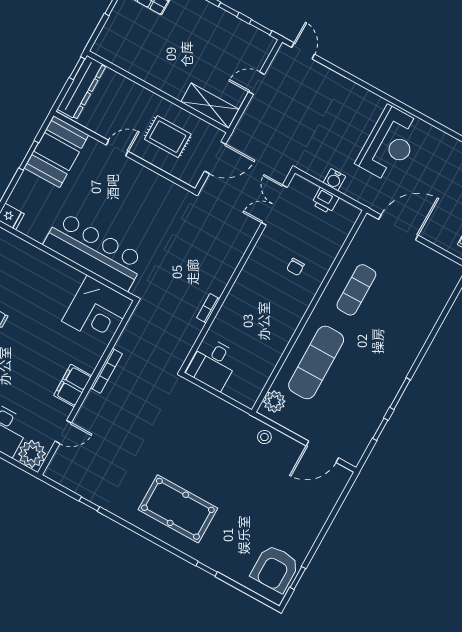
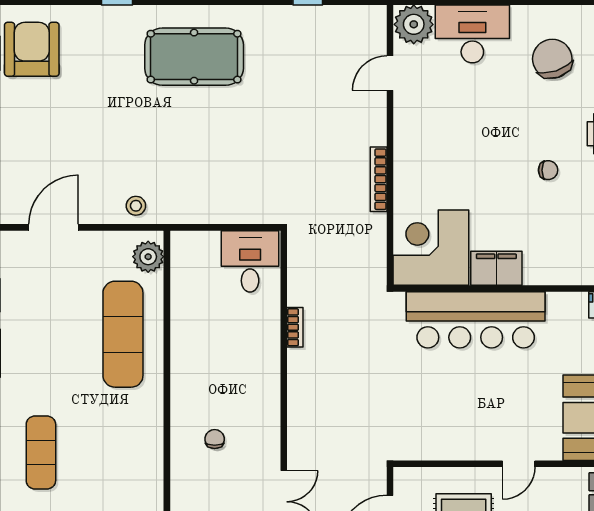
exercise mat: (356, 290) -> (41, 452), moved
filing cabinet: (73, 386) -> (496, 268), moved, turned -90

